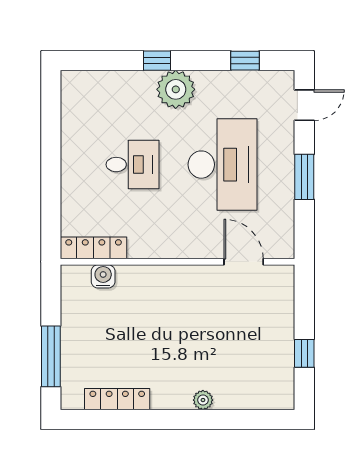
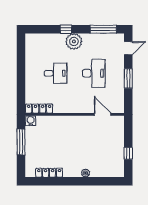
window: (245, 61) -> (103, 29), width x2.17
desk: (223, 165) -> (94, 73), width x0.73, depth x0.77
water cooler: (103, 276) -> (31, 121), moved
window: (51, 356) -> (21, 142), moved

